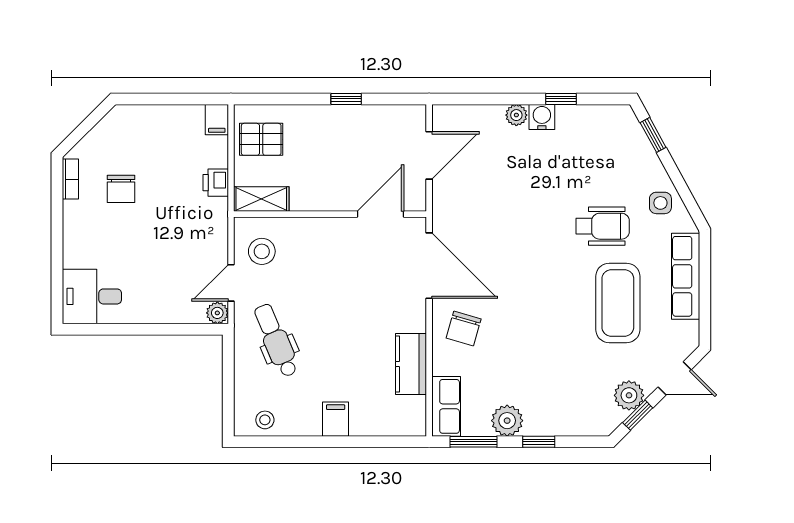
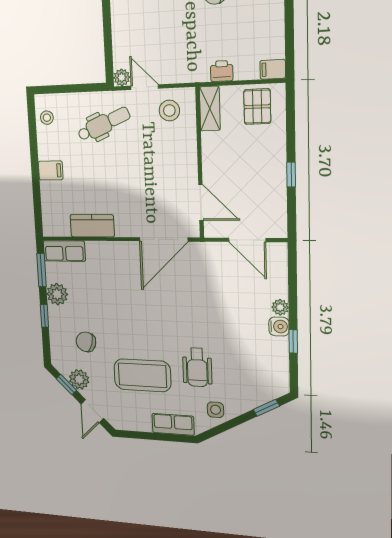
row of seats: (686, 276) -> (173, 424), width x0.68
chair: (464, 329) -> (86, 342), moved

